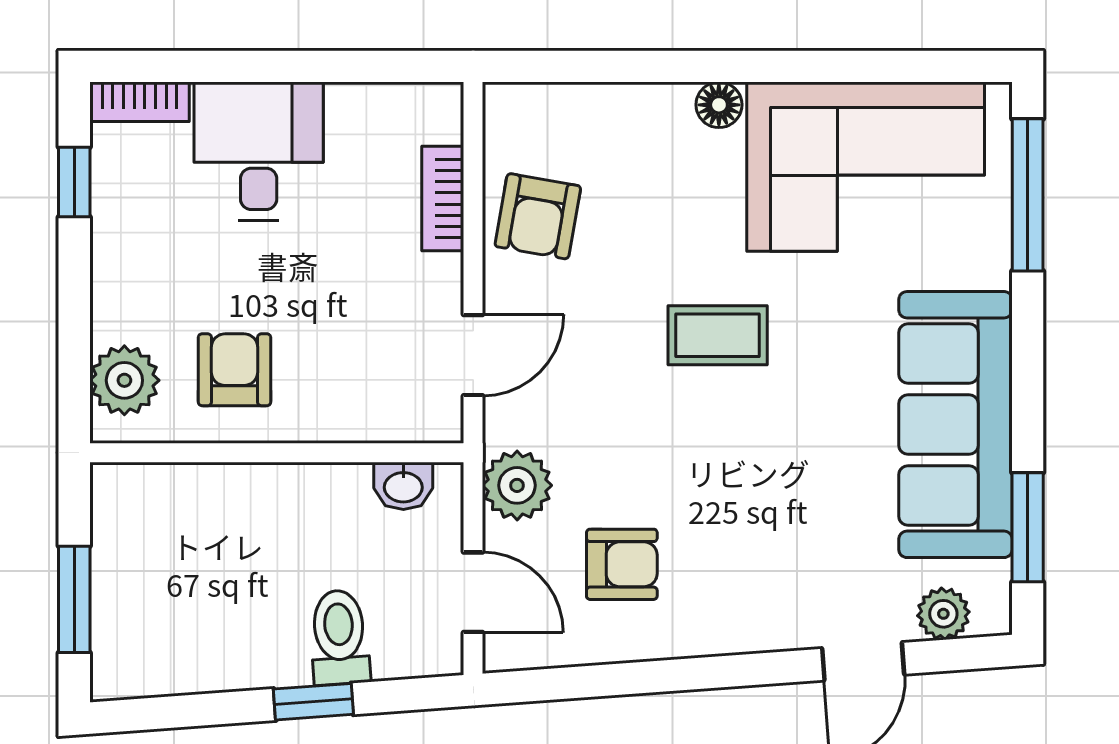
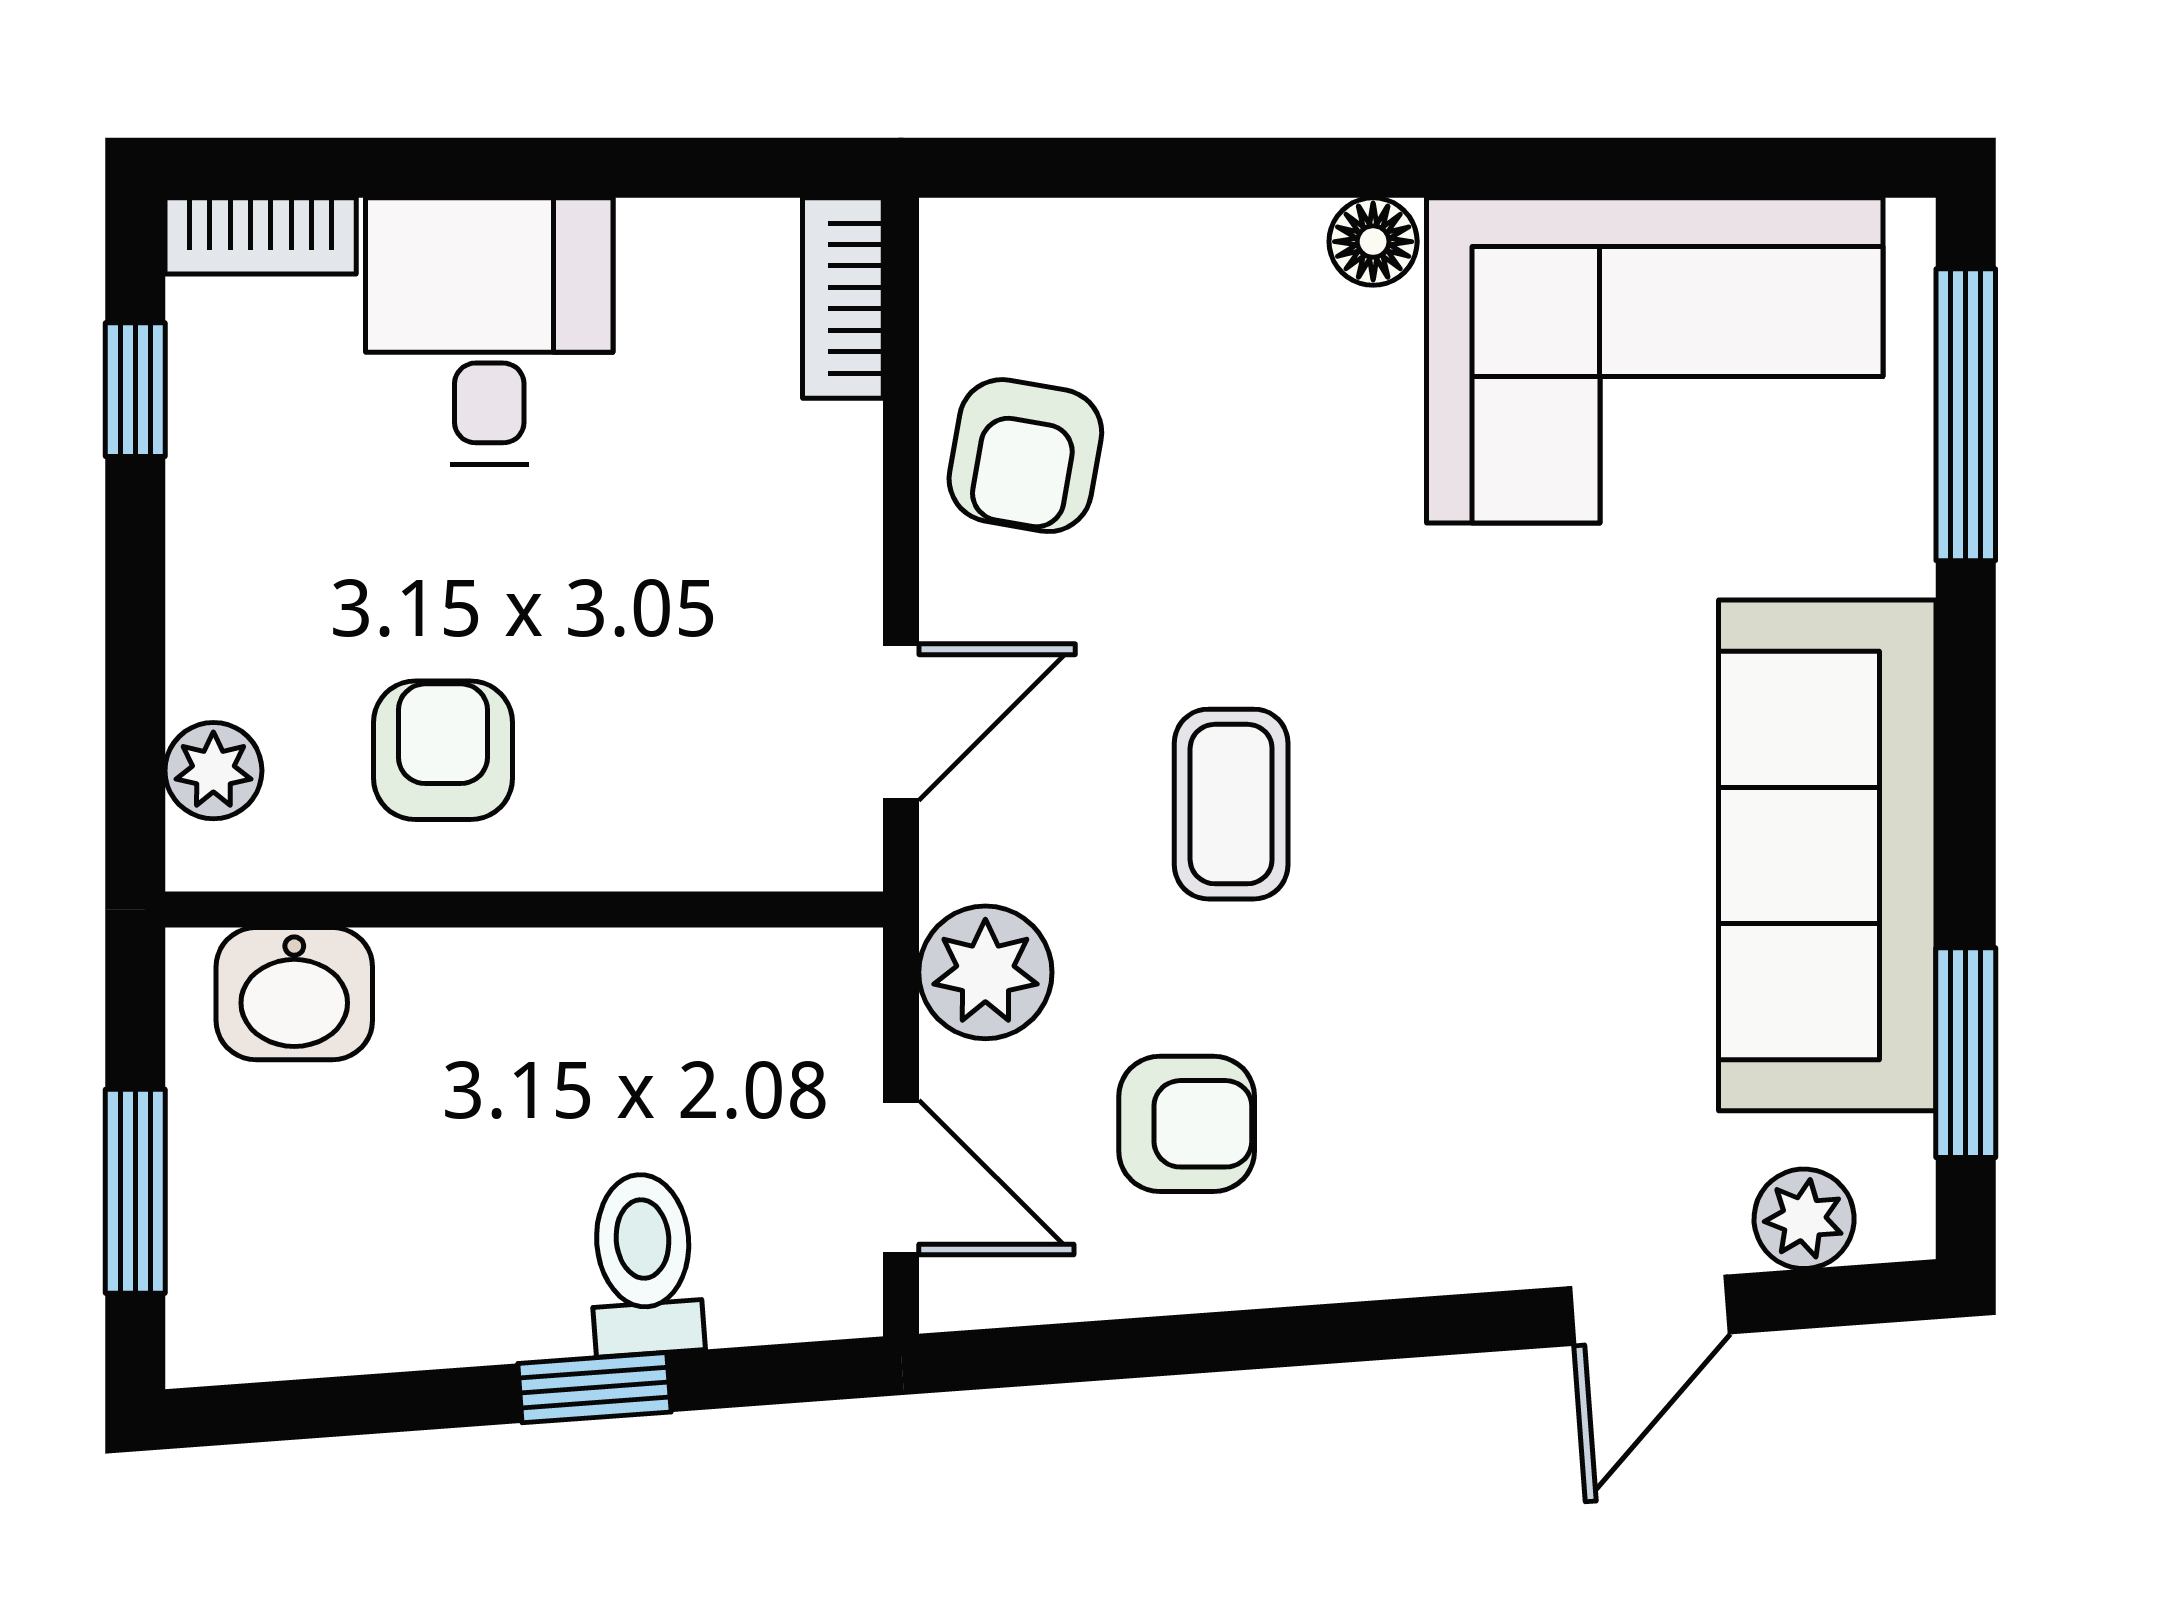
bookcase: (443, 199) -> (843, 298), moved
coffee table: (718, 335) -> (1231, 804), moved, turned 90
plant: (124, 380) -> (213, 771), width x0.73, depth x0.73
washbasin: (403, 486) -> (294, 994), moved, width x1.38, depth x1.45

